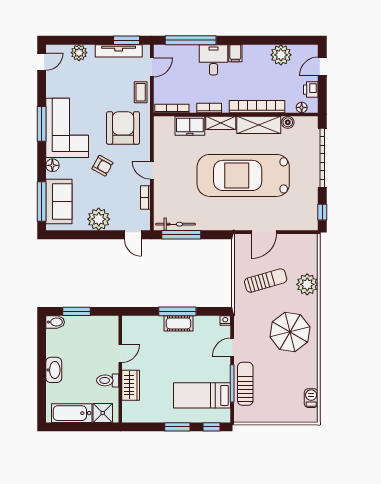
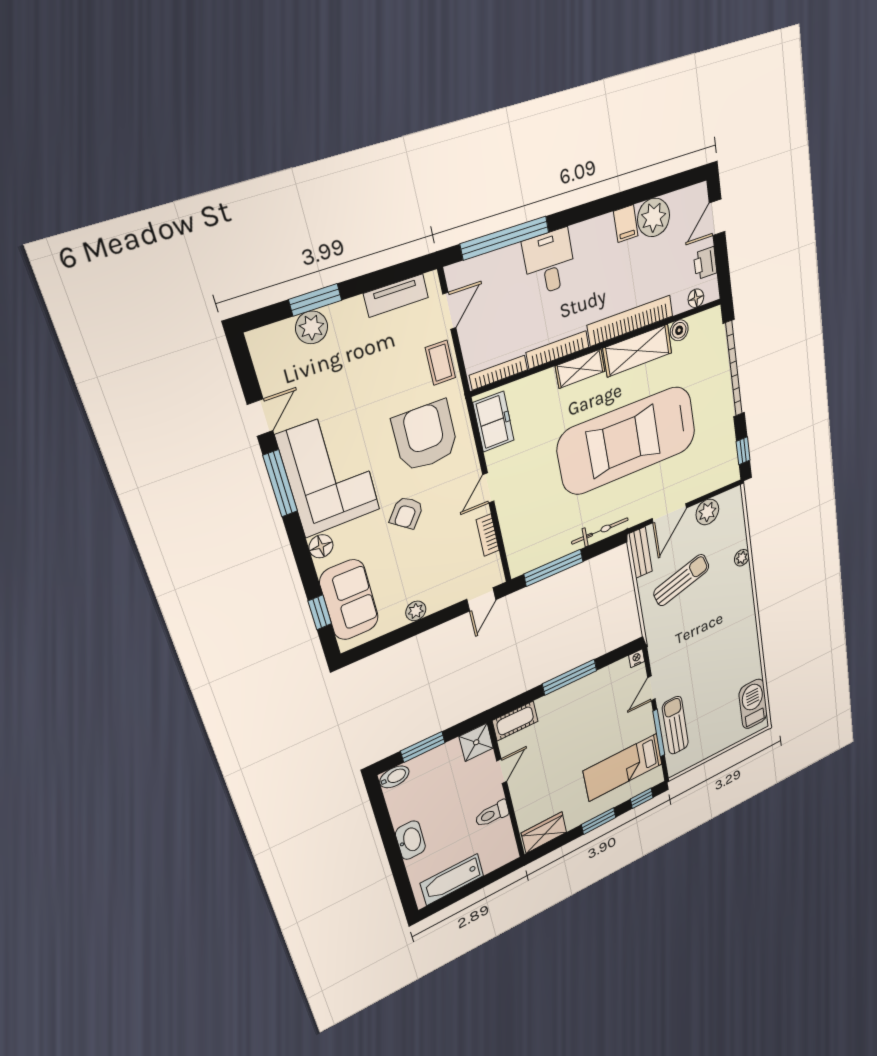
window: (126, 40) -> (315, 300), moved
tv unit: (119, 51) -> (396, 296), width x0.71
filing cabinet: (235, 53) -> (626, 224), moved
door: (42, 62) -> (260, 418), moved
bookcase: (209, 108) -> (558, 350), width x1.56
freezer: (190, 126) -> (493, 422), moved, turned -90
armchair: (102, 166) -> (407, 513), turned 98
door: (152, 170) -> (488, 488), hinge flipped
window: (42, 202) -> (320, 612), width x0.46
plant: (99, 219) -> (416, 611), width x0.53, depth x0.53
bicycle: (176, 224) -> (600, 531), moved
door: (133, 235) -> (481, 599), hinge flipped
plant: (291, 242) -> (707, 512), added
bench: (240, 250) -> (640, 553), added
plant: (307, 284) -> (742, 558), width x0.53, depth x0.53
cot: (178, 323) -> (515, 721), moved
parasol: (290, 332) -> (722, 633), removed
wardrobe: (131, 385) -> (544, 833), moved, turned -90
barbecue: (311, 398) -> (753, 704), width x1.88, depth x1.53
shower: (103, 413) -> (476, 742), moved

